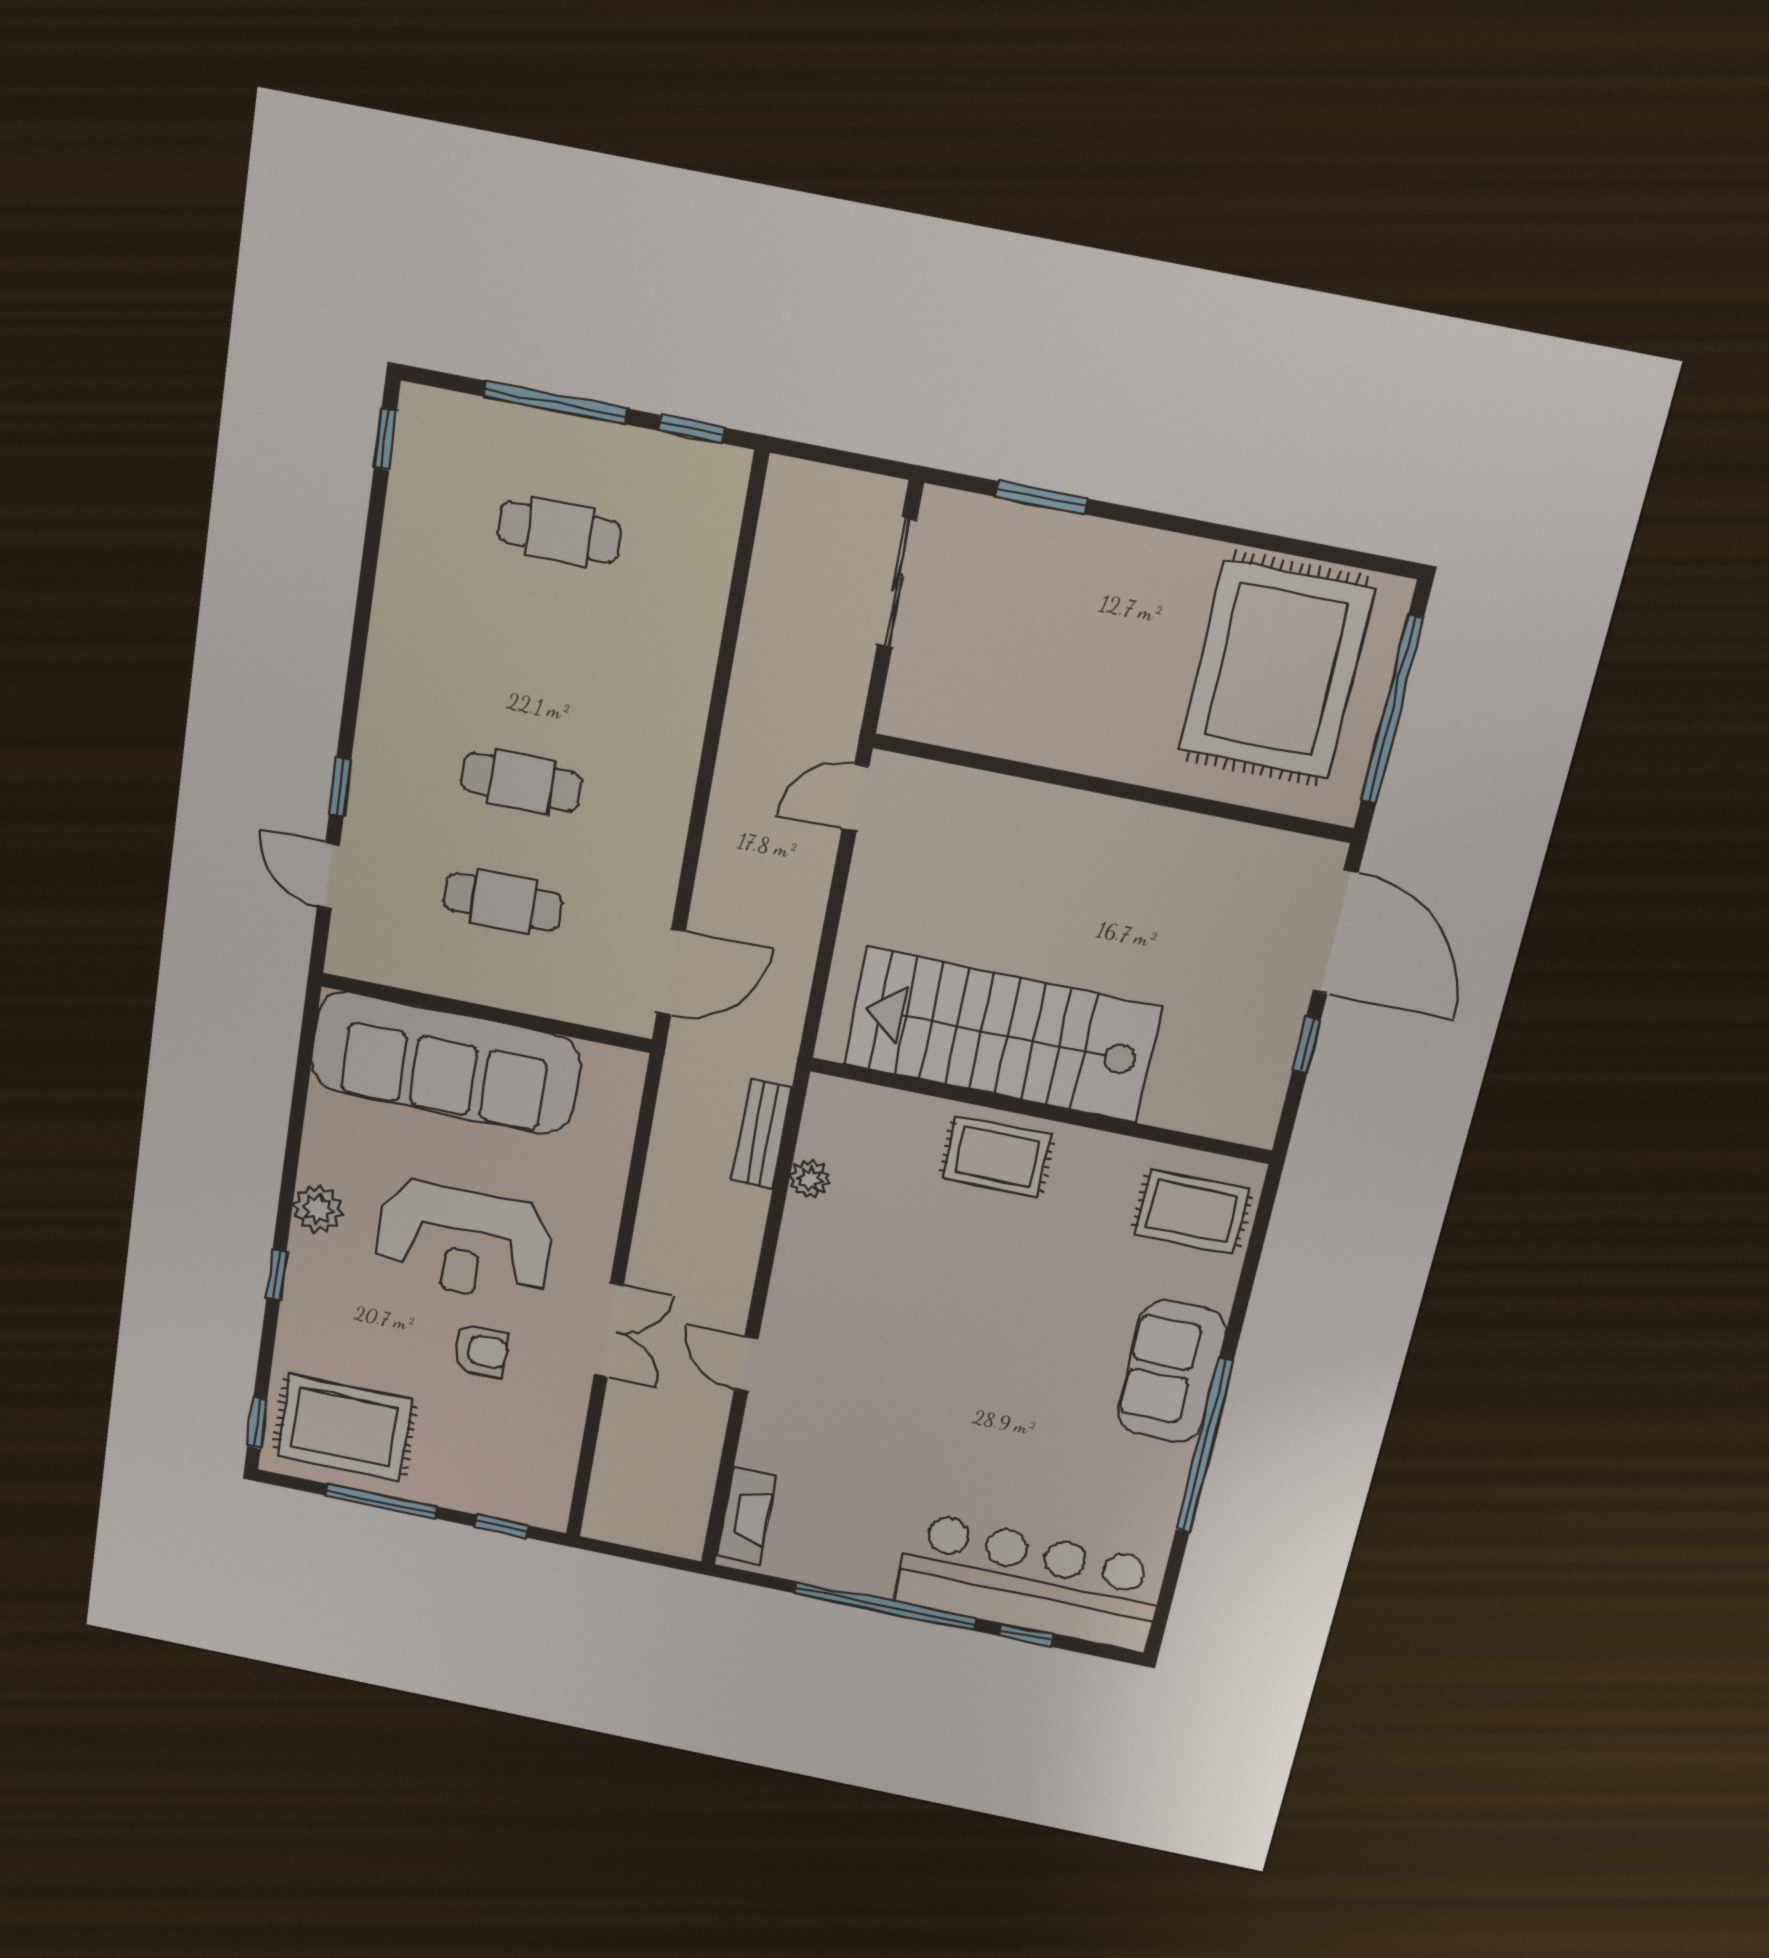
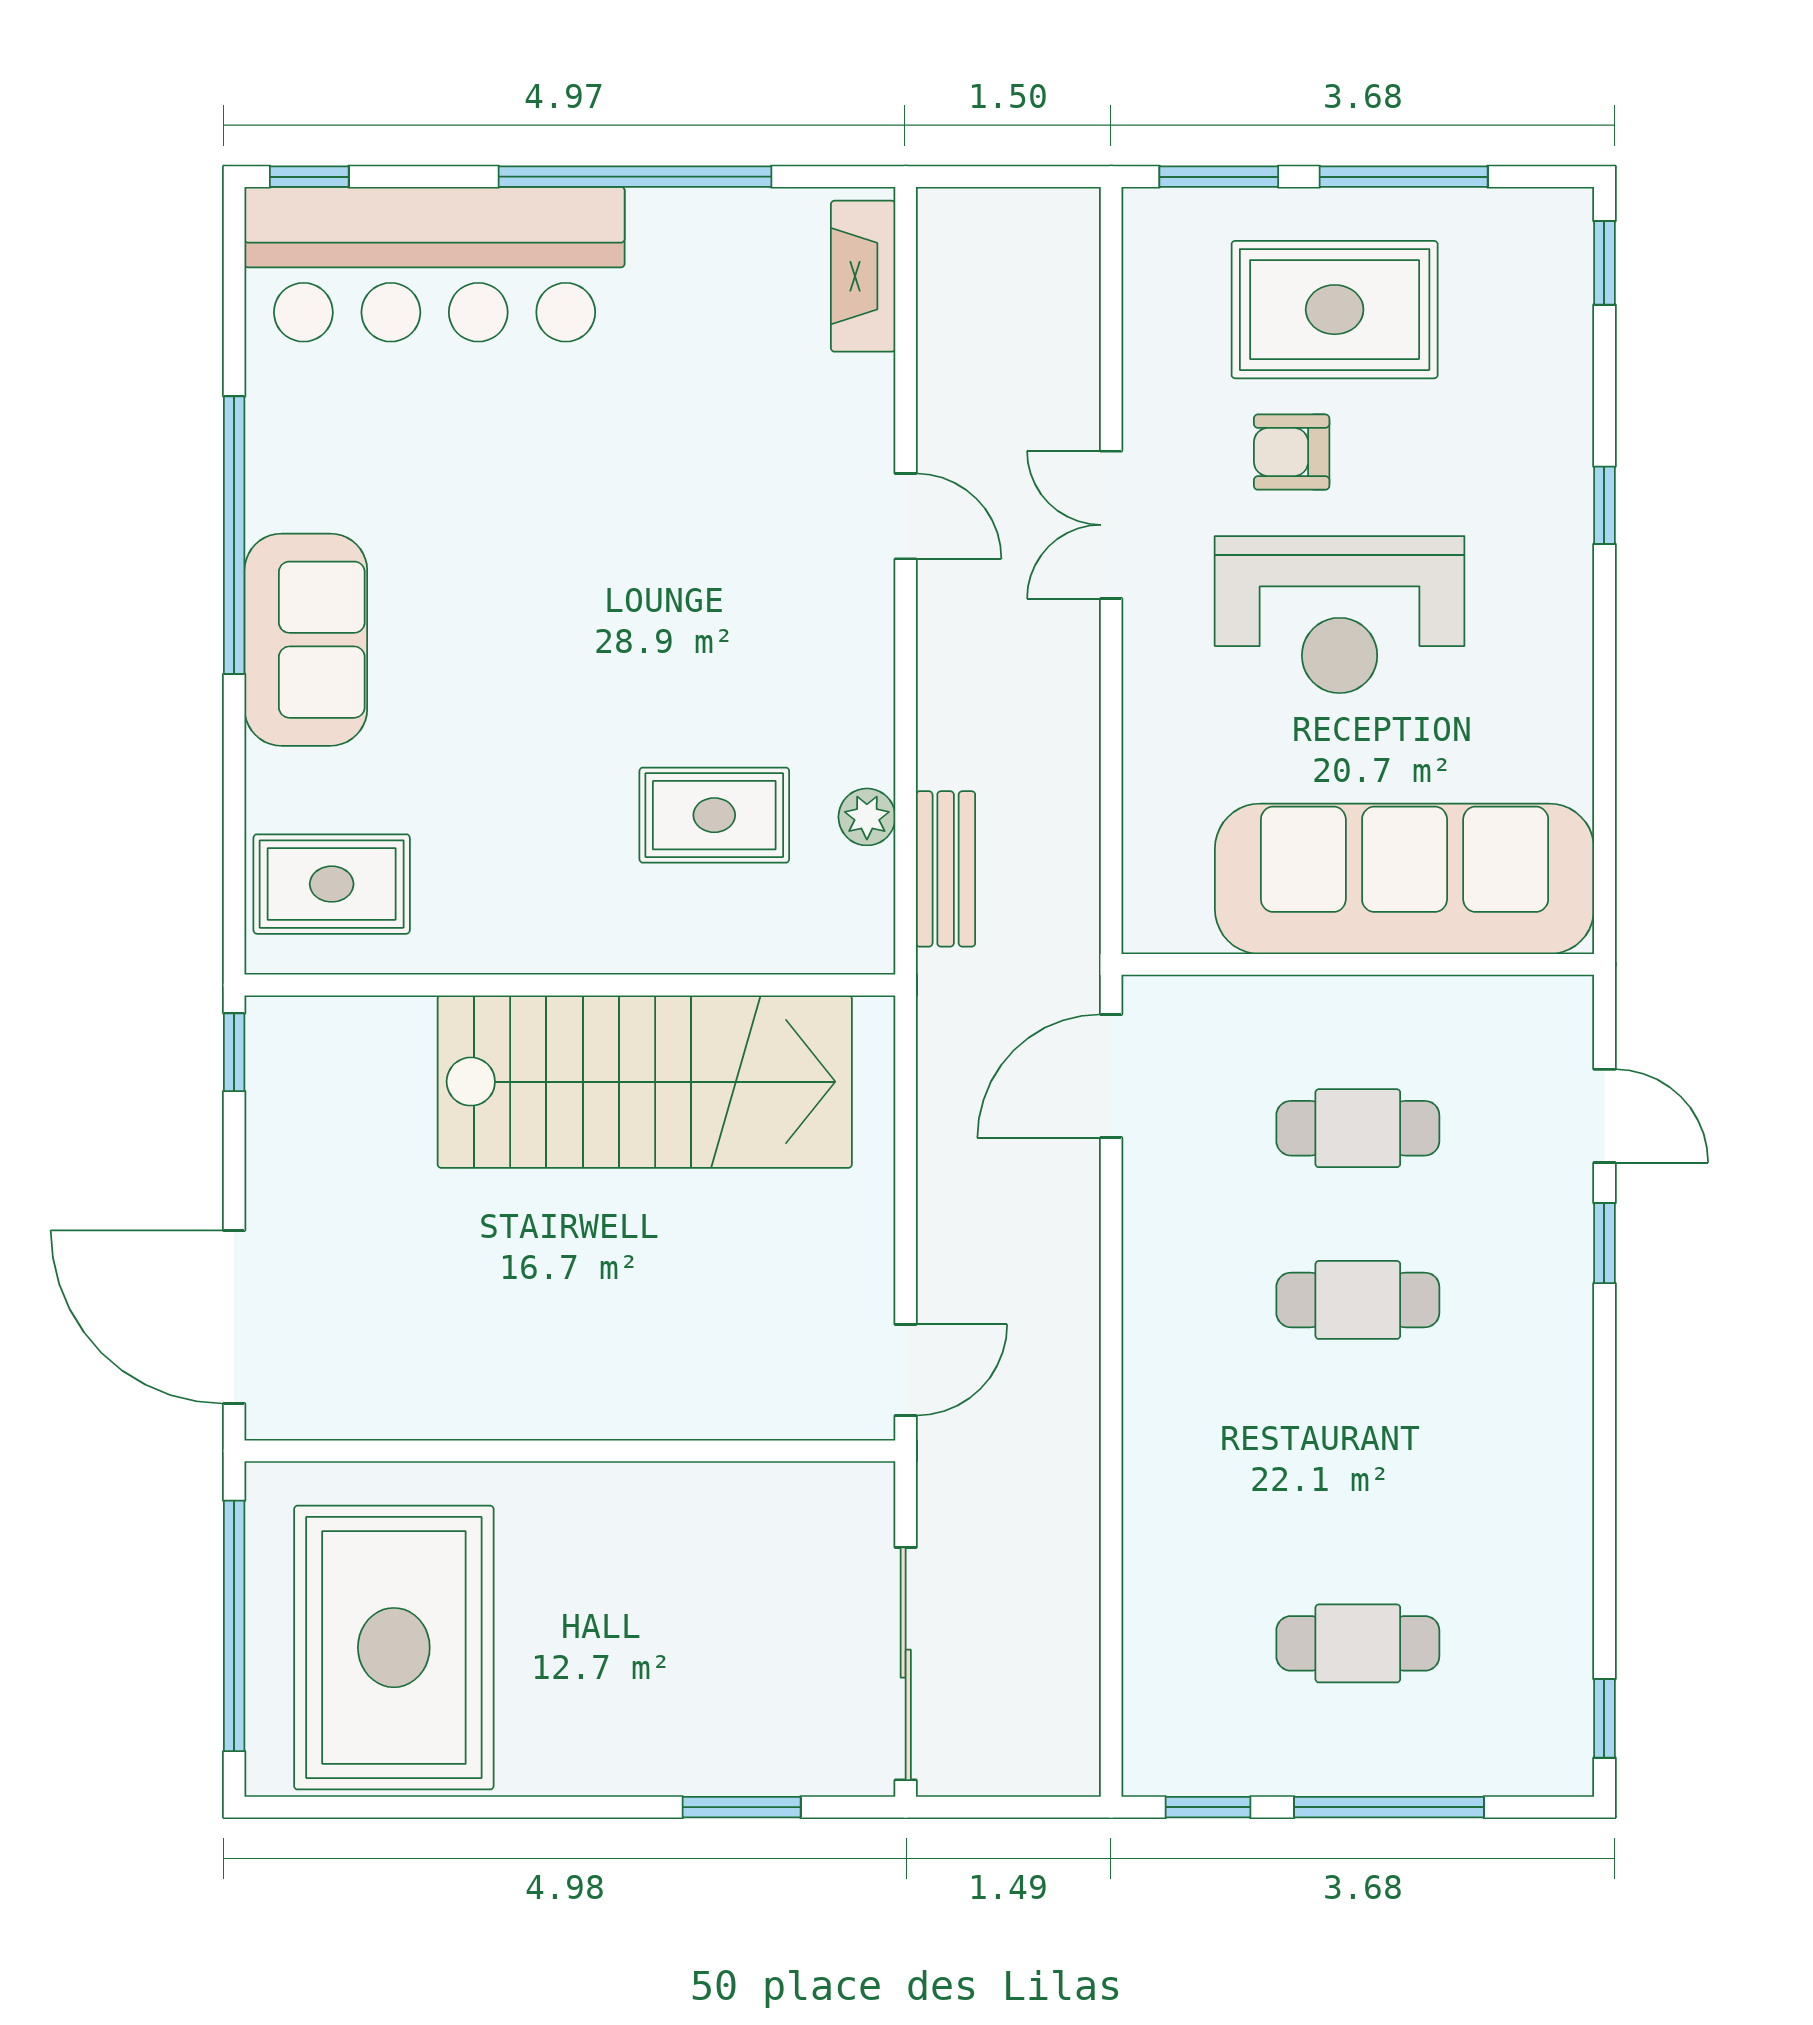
sliding door: (897, 582) -> (906, 1664), width x1.37
window: (1307, 1045) -> (234, 1052), moved
rug: (997, 1157) -> (714, 815), moved
plant: (318, 1209) -> (1557, 620), removed
reception desk: (464, 1243) -> (1340, 615), turned 180
rug: (345, 1427) -> (1335, 310), moved
window: (502, 1526) -> (1219, 177), width x1.50
window: (1026, 1635) -> (309, 177), moved

